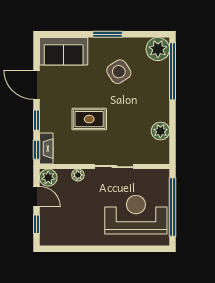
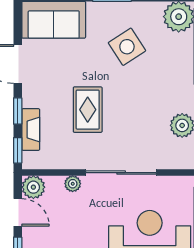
rug: (89, 119) -> (88, 110), turned 90
fireplace: (46, 149) -> (31, 130), moved
sliding door: (114, 167) -> (121, 173), width x1.37

